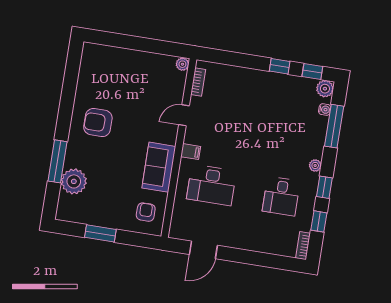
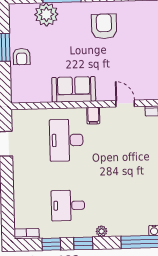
armchair: (146, 212) -> (22, 57), moved, turned 90

